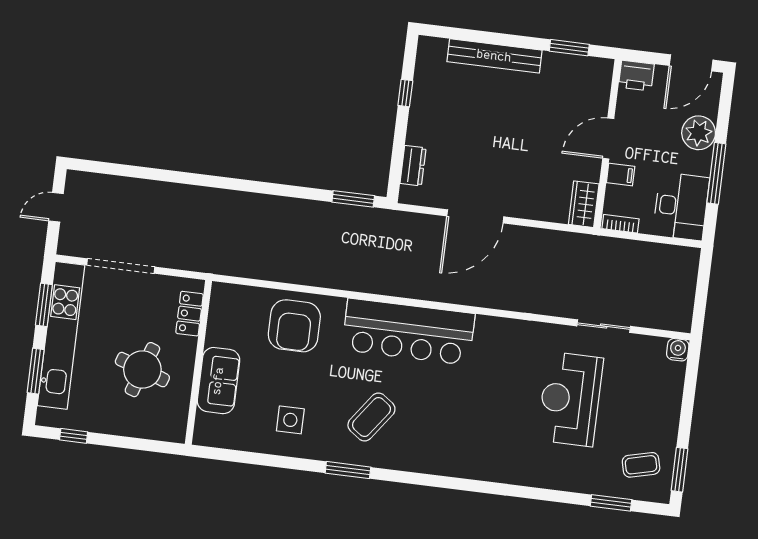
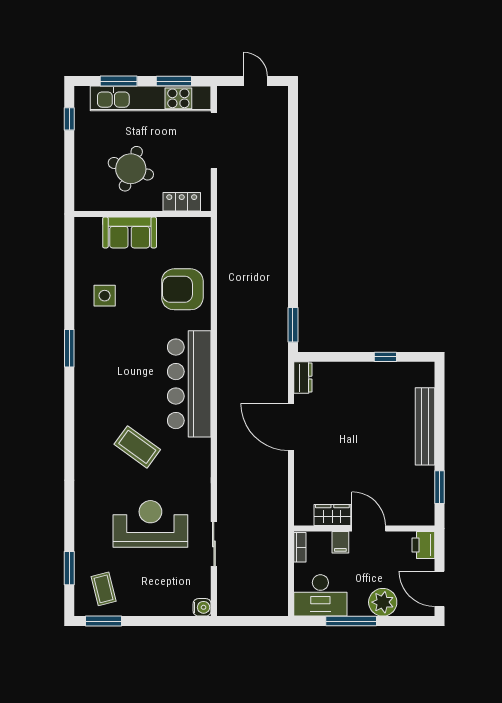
dresser: (413, 166) -> (303, 378), moved, turned -90
wardrobe: (584, 204) -> (332, 515), moved
coffee table: (371, 417) -> (137, 447), moved

